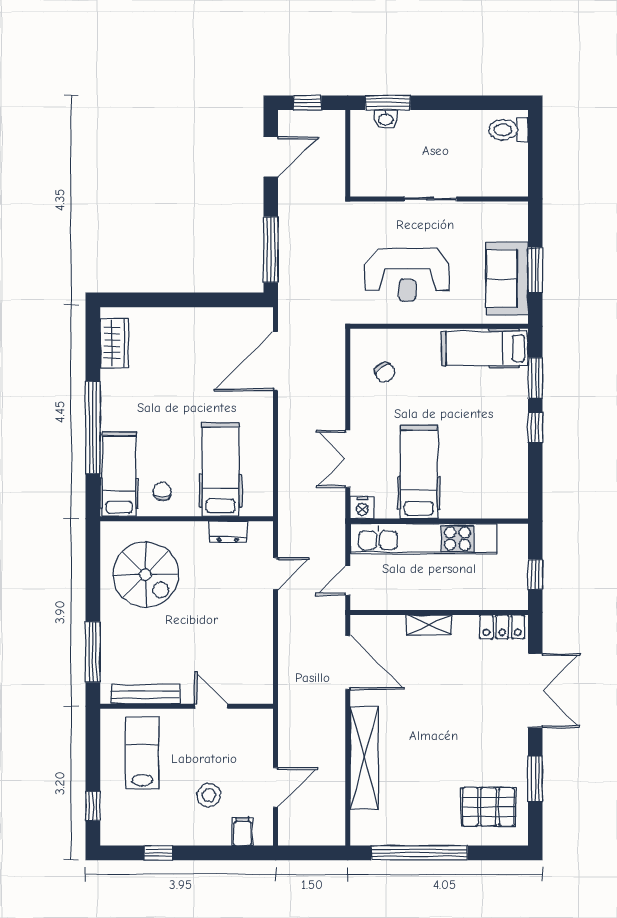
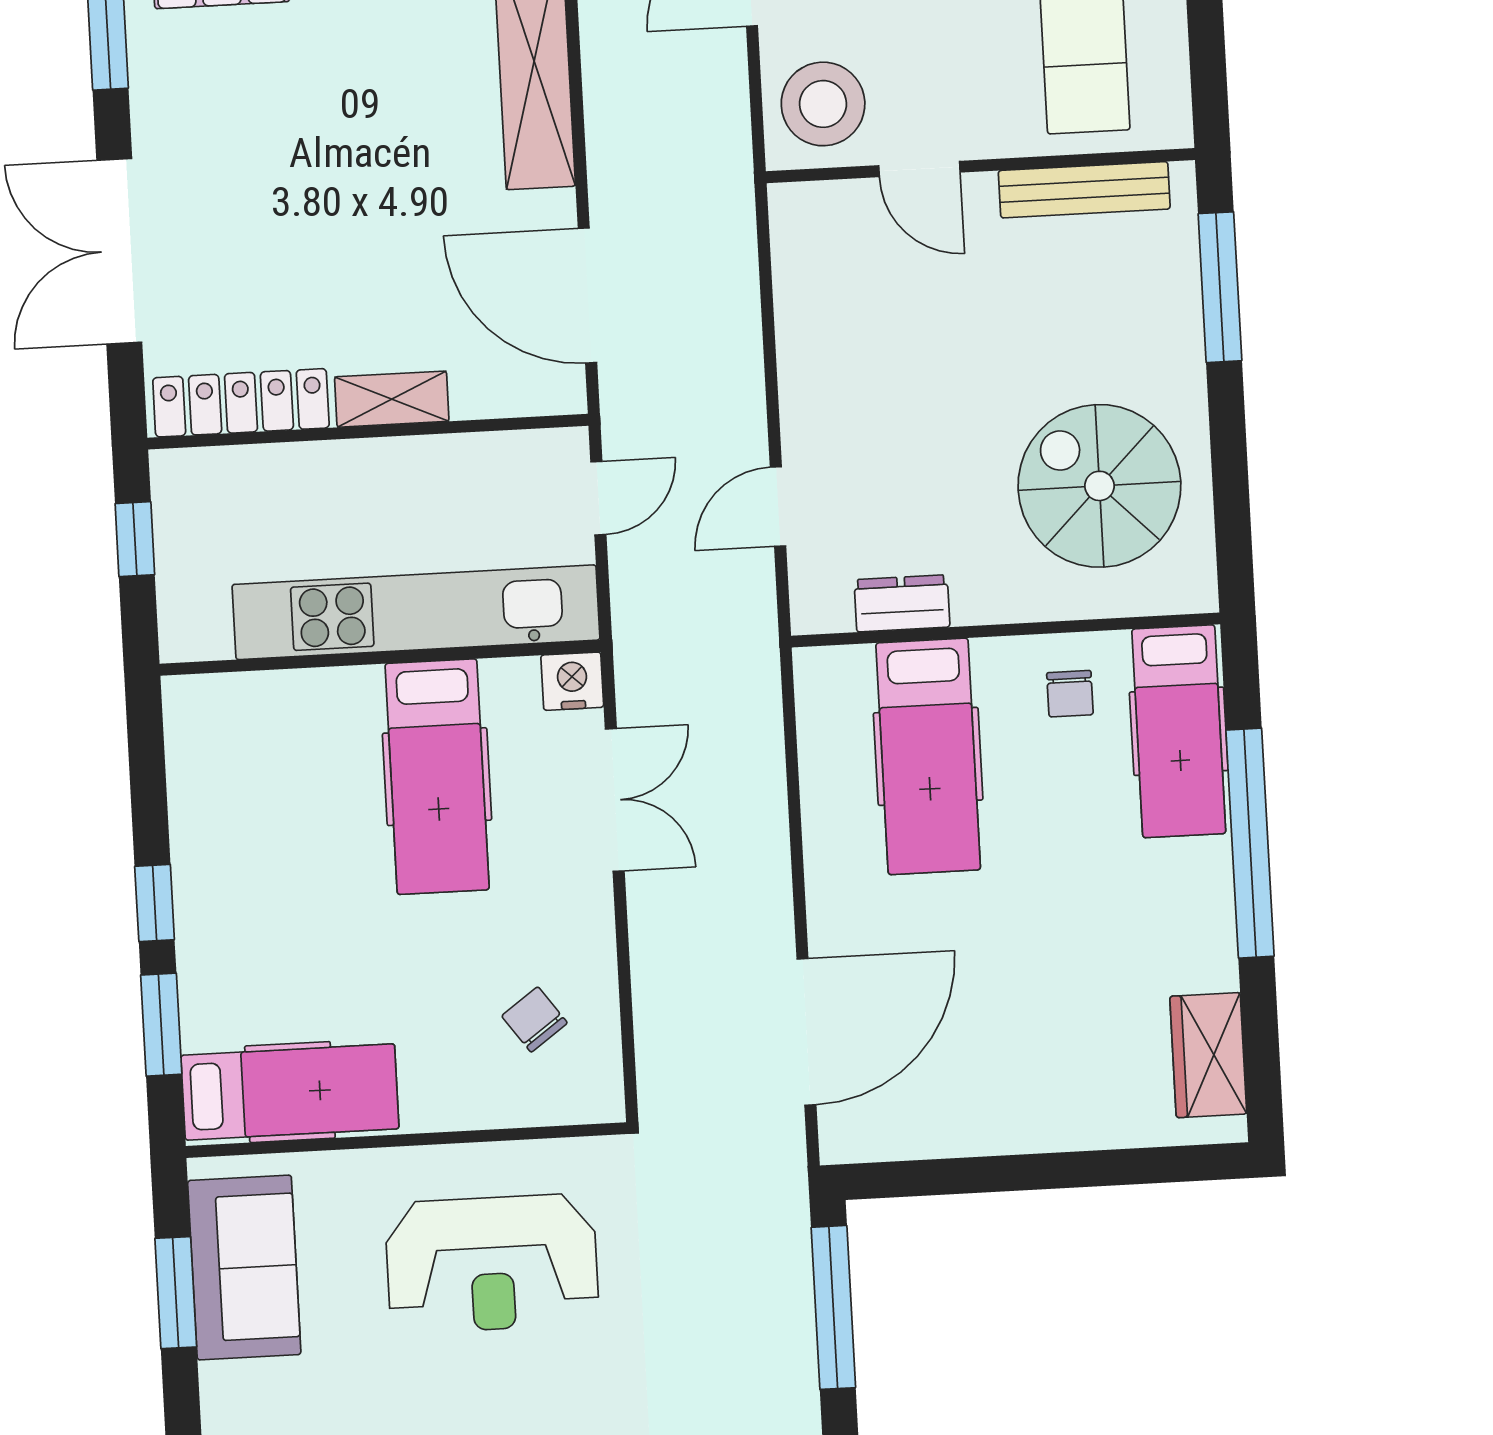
reception desk: (407, 275) -> (492, 1263), turned 180
locker: (502, 627) -> (241, 403), width x1.53
stool: (249, 735) -> (823, 104), added

